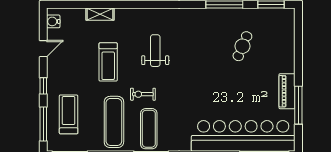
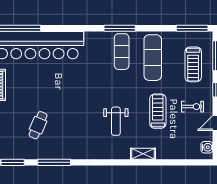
shelving: (100, 14) -> (143, 154), moved
exercise bike: (143, 94) -> (192, 107), moved

